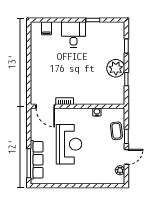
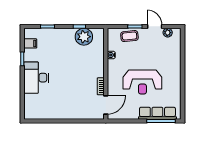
filing cabinet: (46, 28) -> (30, 43), moved
desk: (73, 34) -> (36, 78), width x1.37
plant: (116, 68) -> (84, 37), moved
reception desk: (69, 144) -> (142, 82), turned 180

